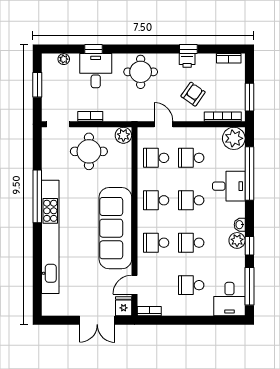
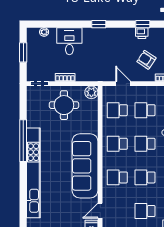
window: (94, 49) -> (99, 24), moved
round table: (141, 72) -> (105, 42), removed
armchair: (193, 94) -> (146, 60), turned -91

